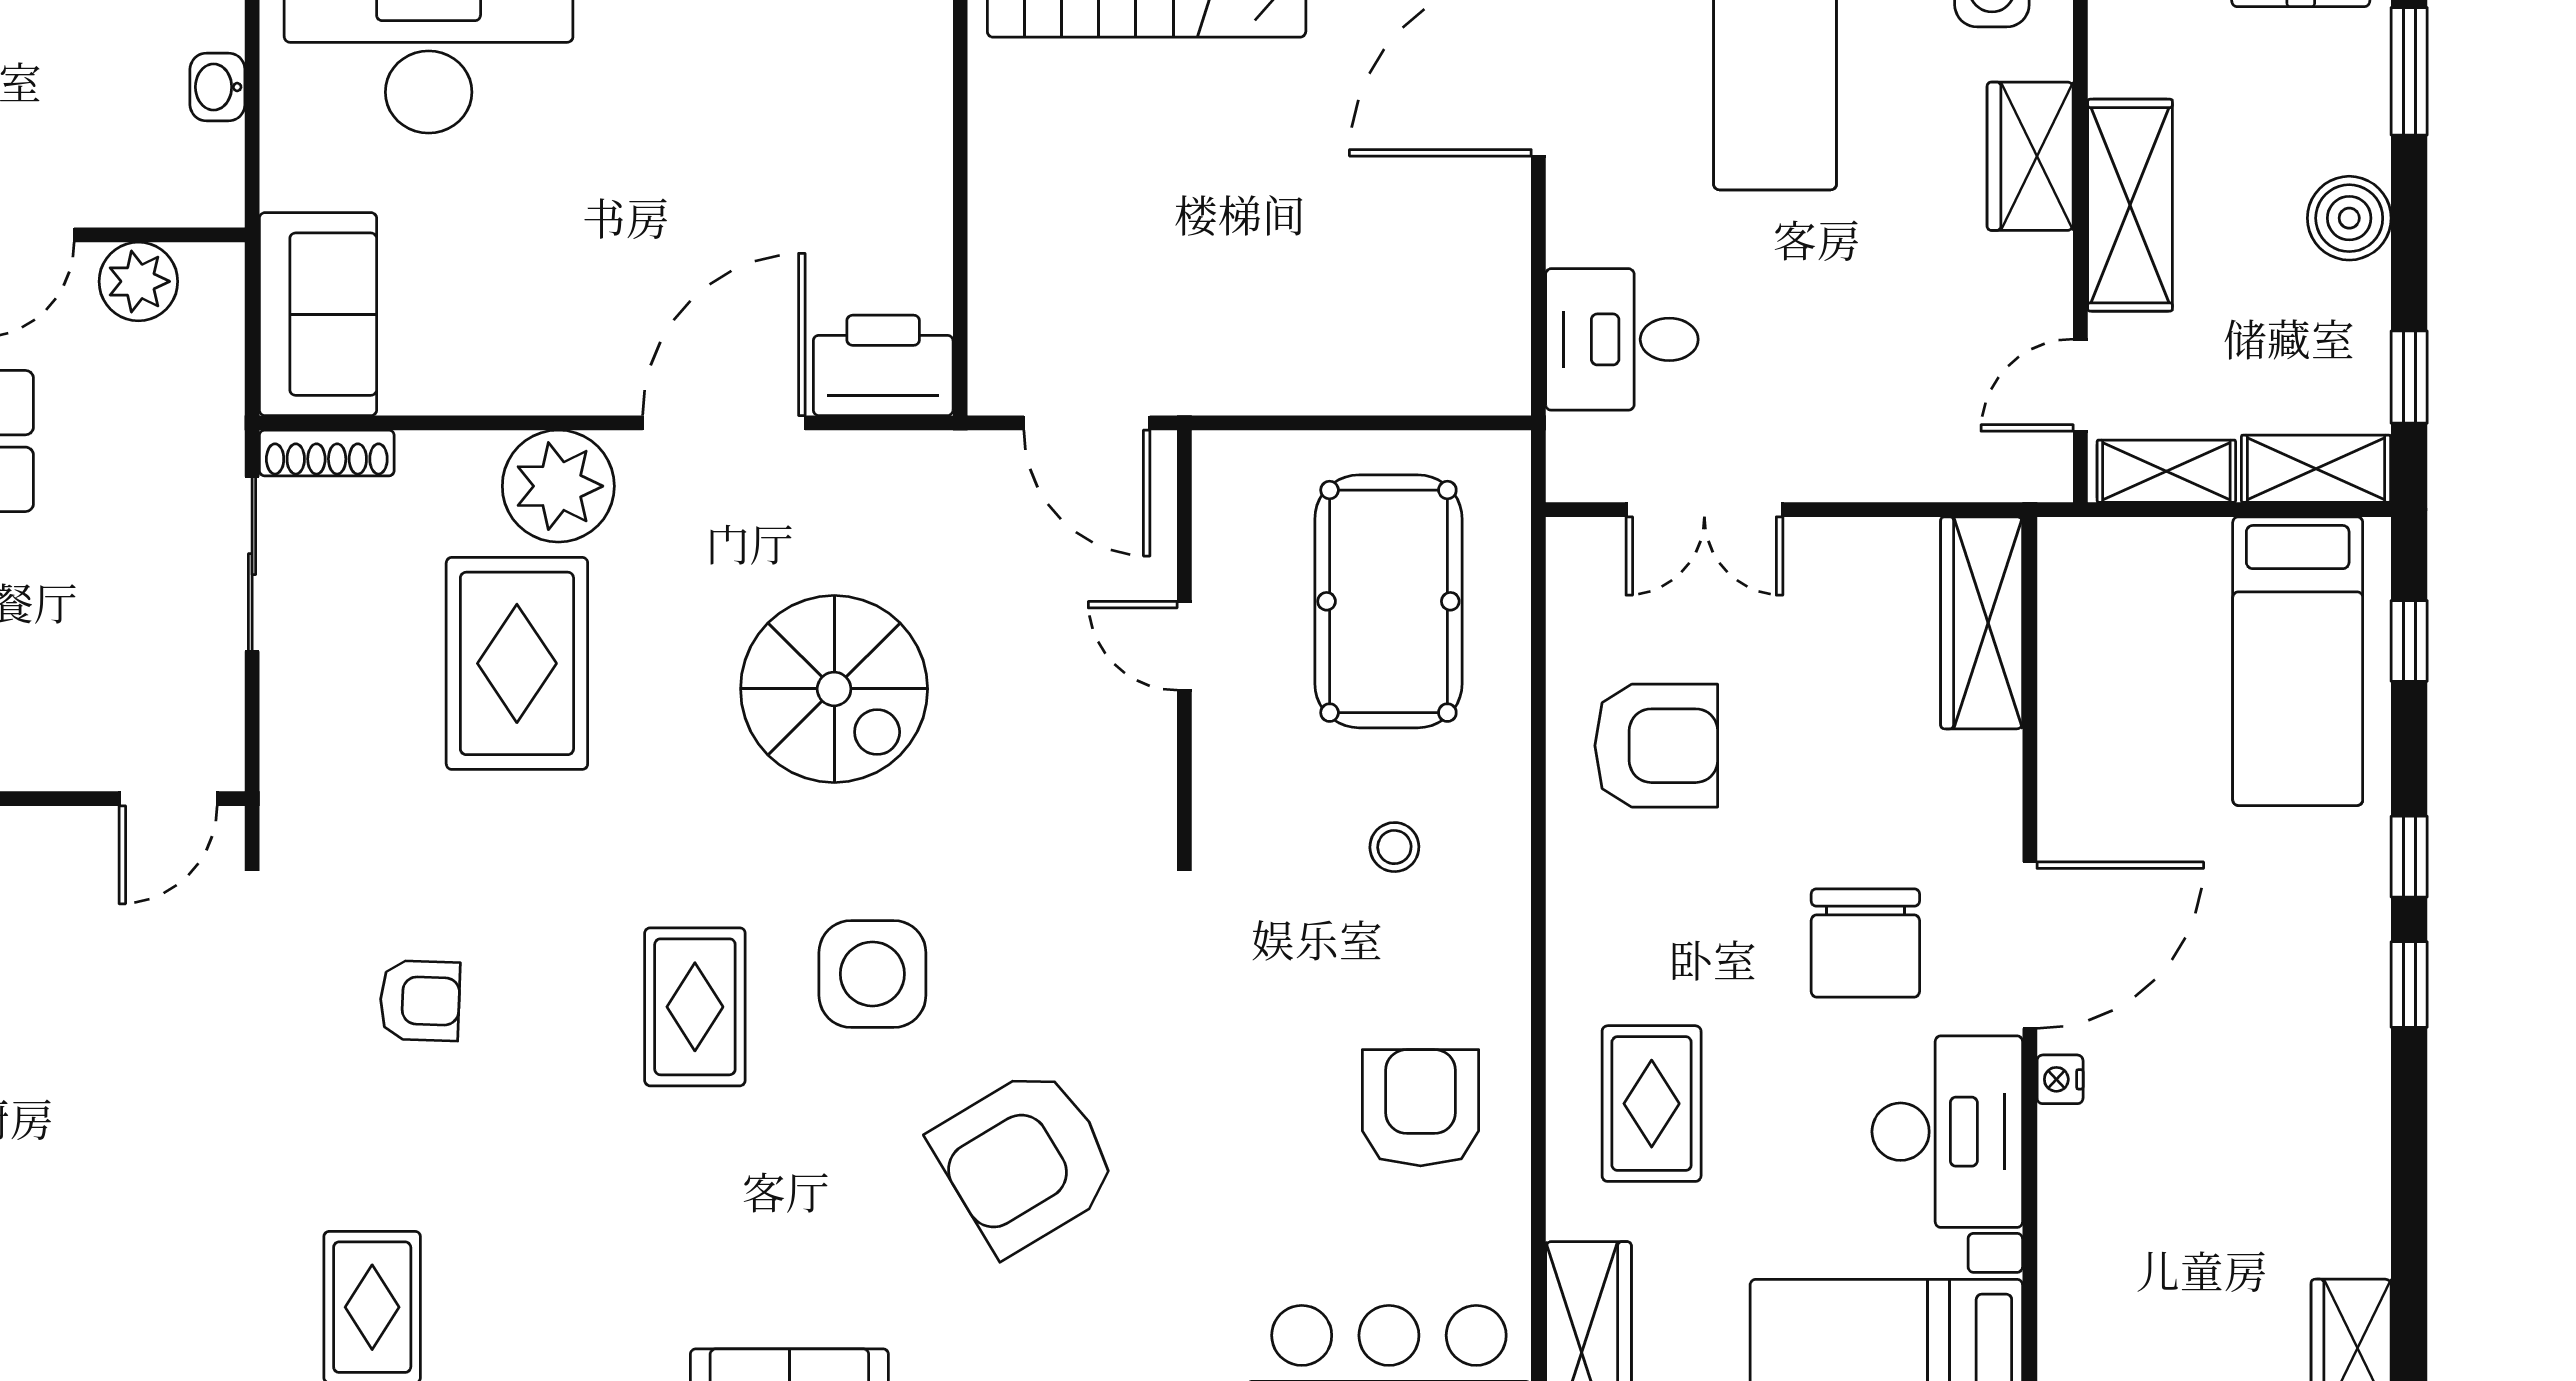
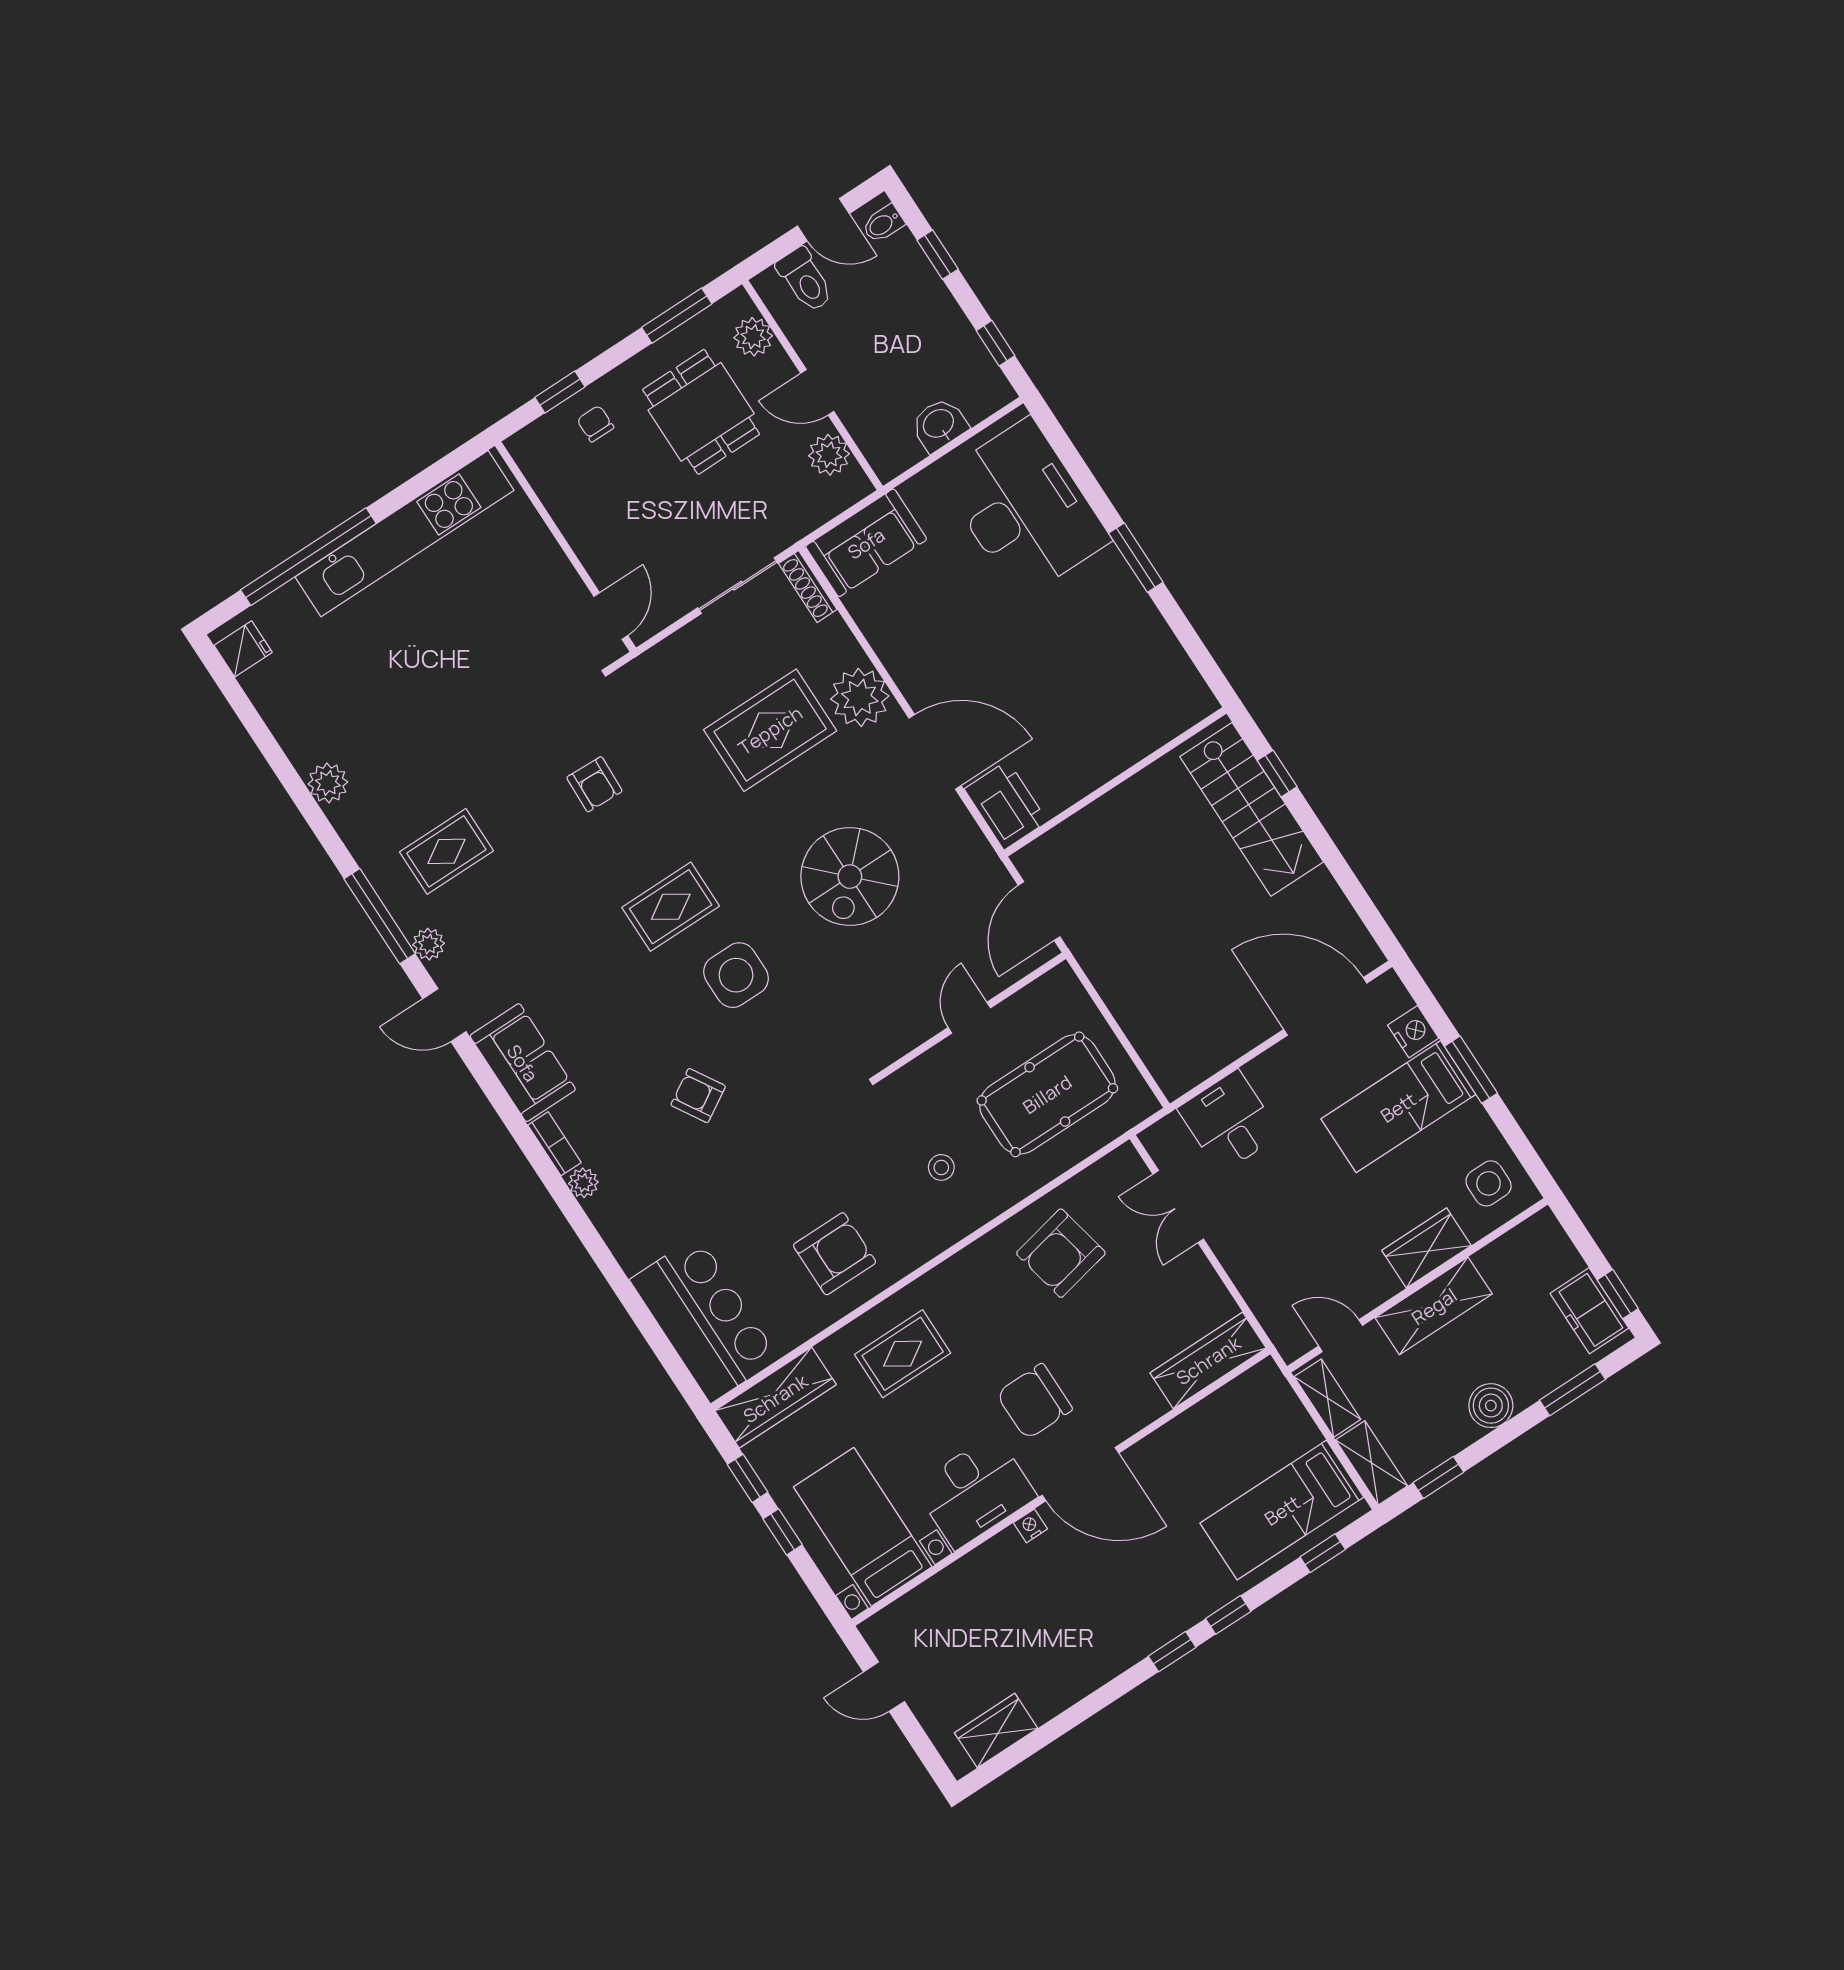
washbasin: (217, 87) -> (939, 424), width x1.38, depth x1.45
armchair: (1656, 746) -> (1061, 1253), turned 78
door: (168, 799) -> (611, 616), swing flipped
armchair: (1025, 1160) -> (698, 1096), width x0.53, depth x0.53

